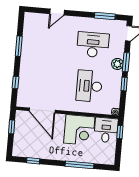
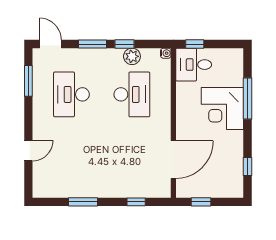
door: (57, 12) -> (28, 151), hinge flipped
plant: (117, 64) -> (132, 56), moved
desk: (89, 86) -> (132, 94), turned -90
corner desk: (79, 130) -> (222, 109), moved, turned 180

